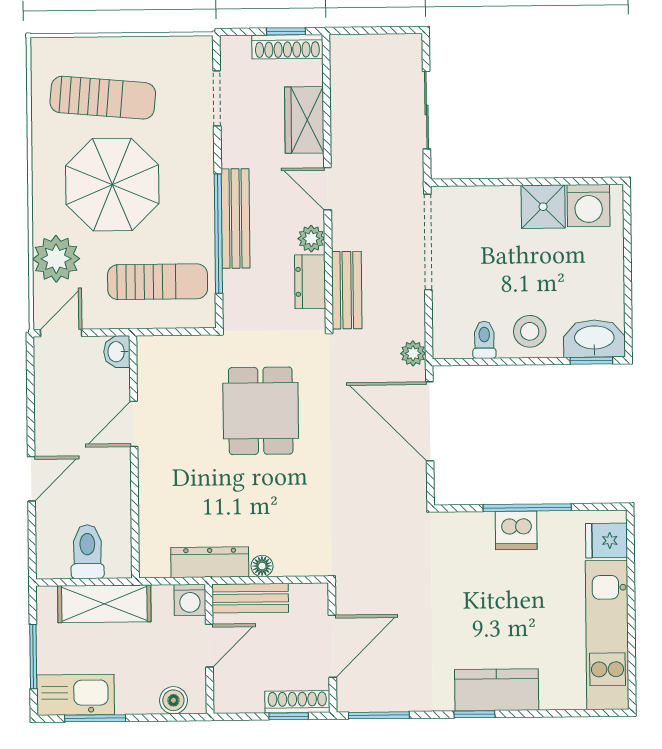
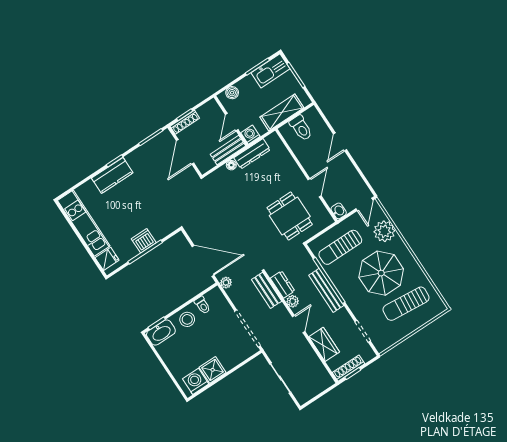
door: (328, 189) -> (299, 324), hinge flipped
dining table: (261, 411) -> (290, 216), moved

